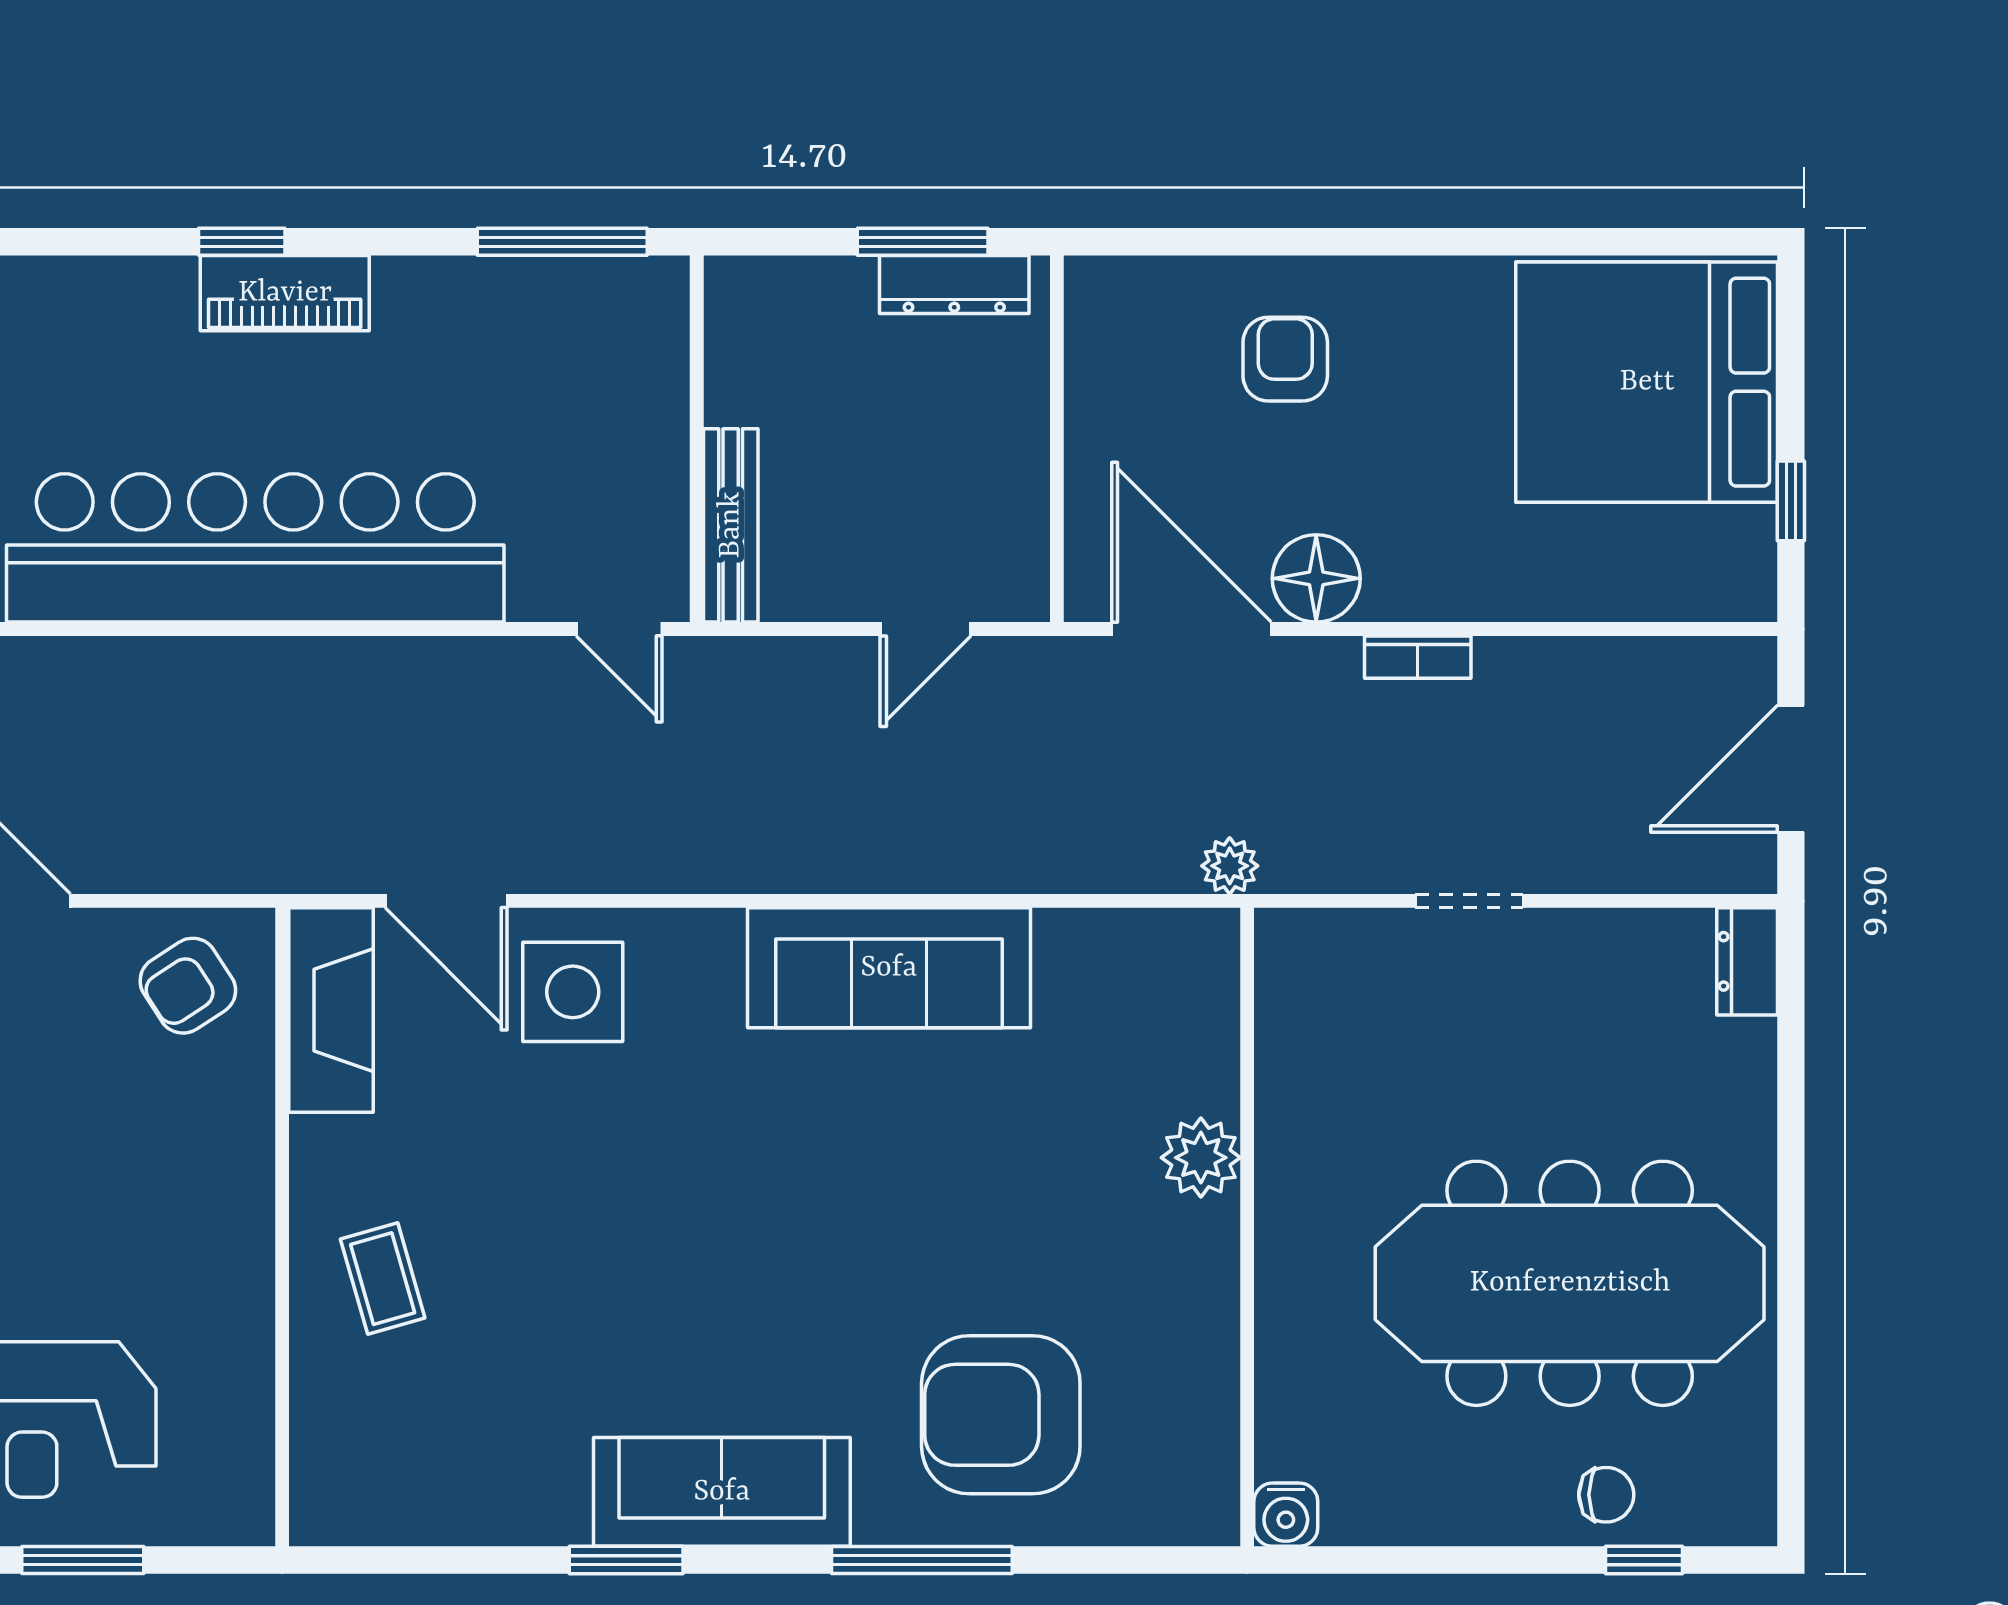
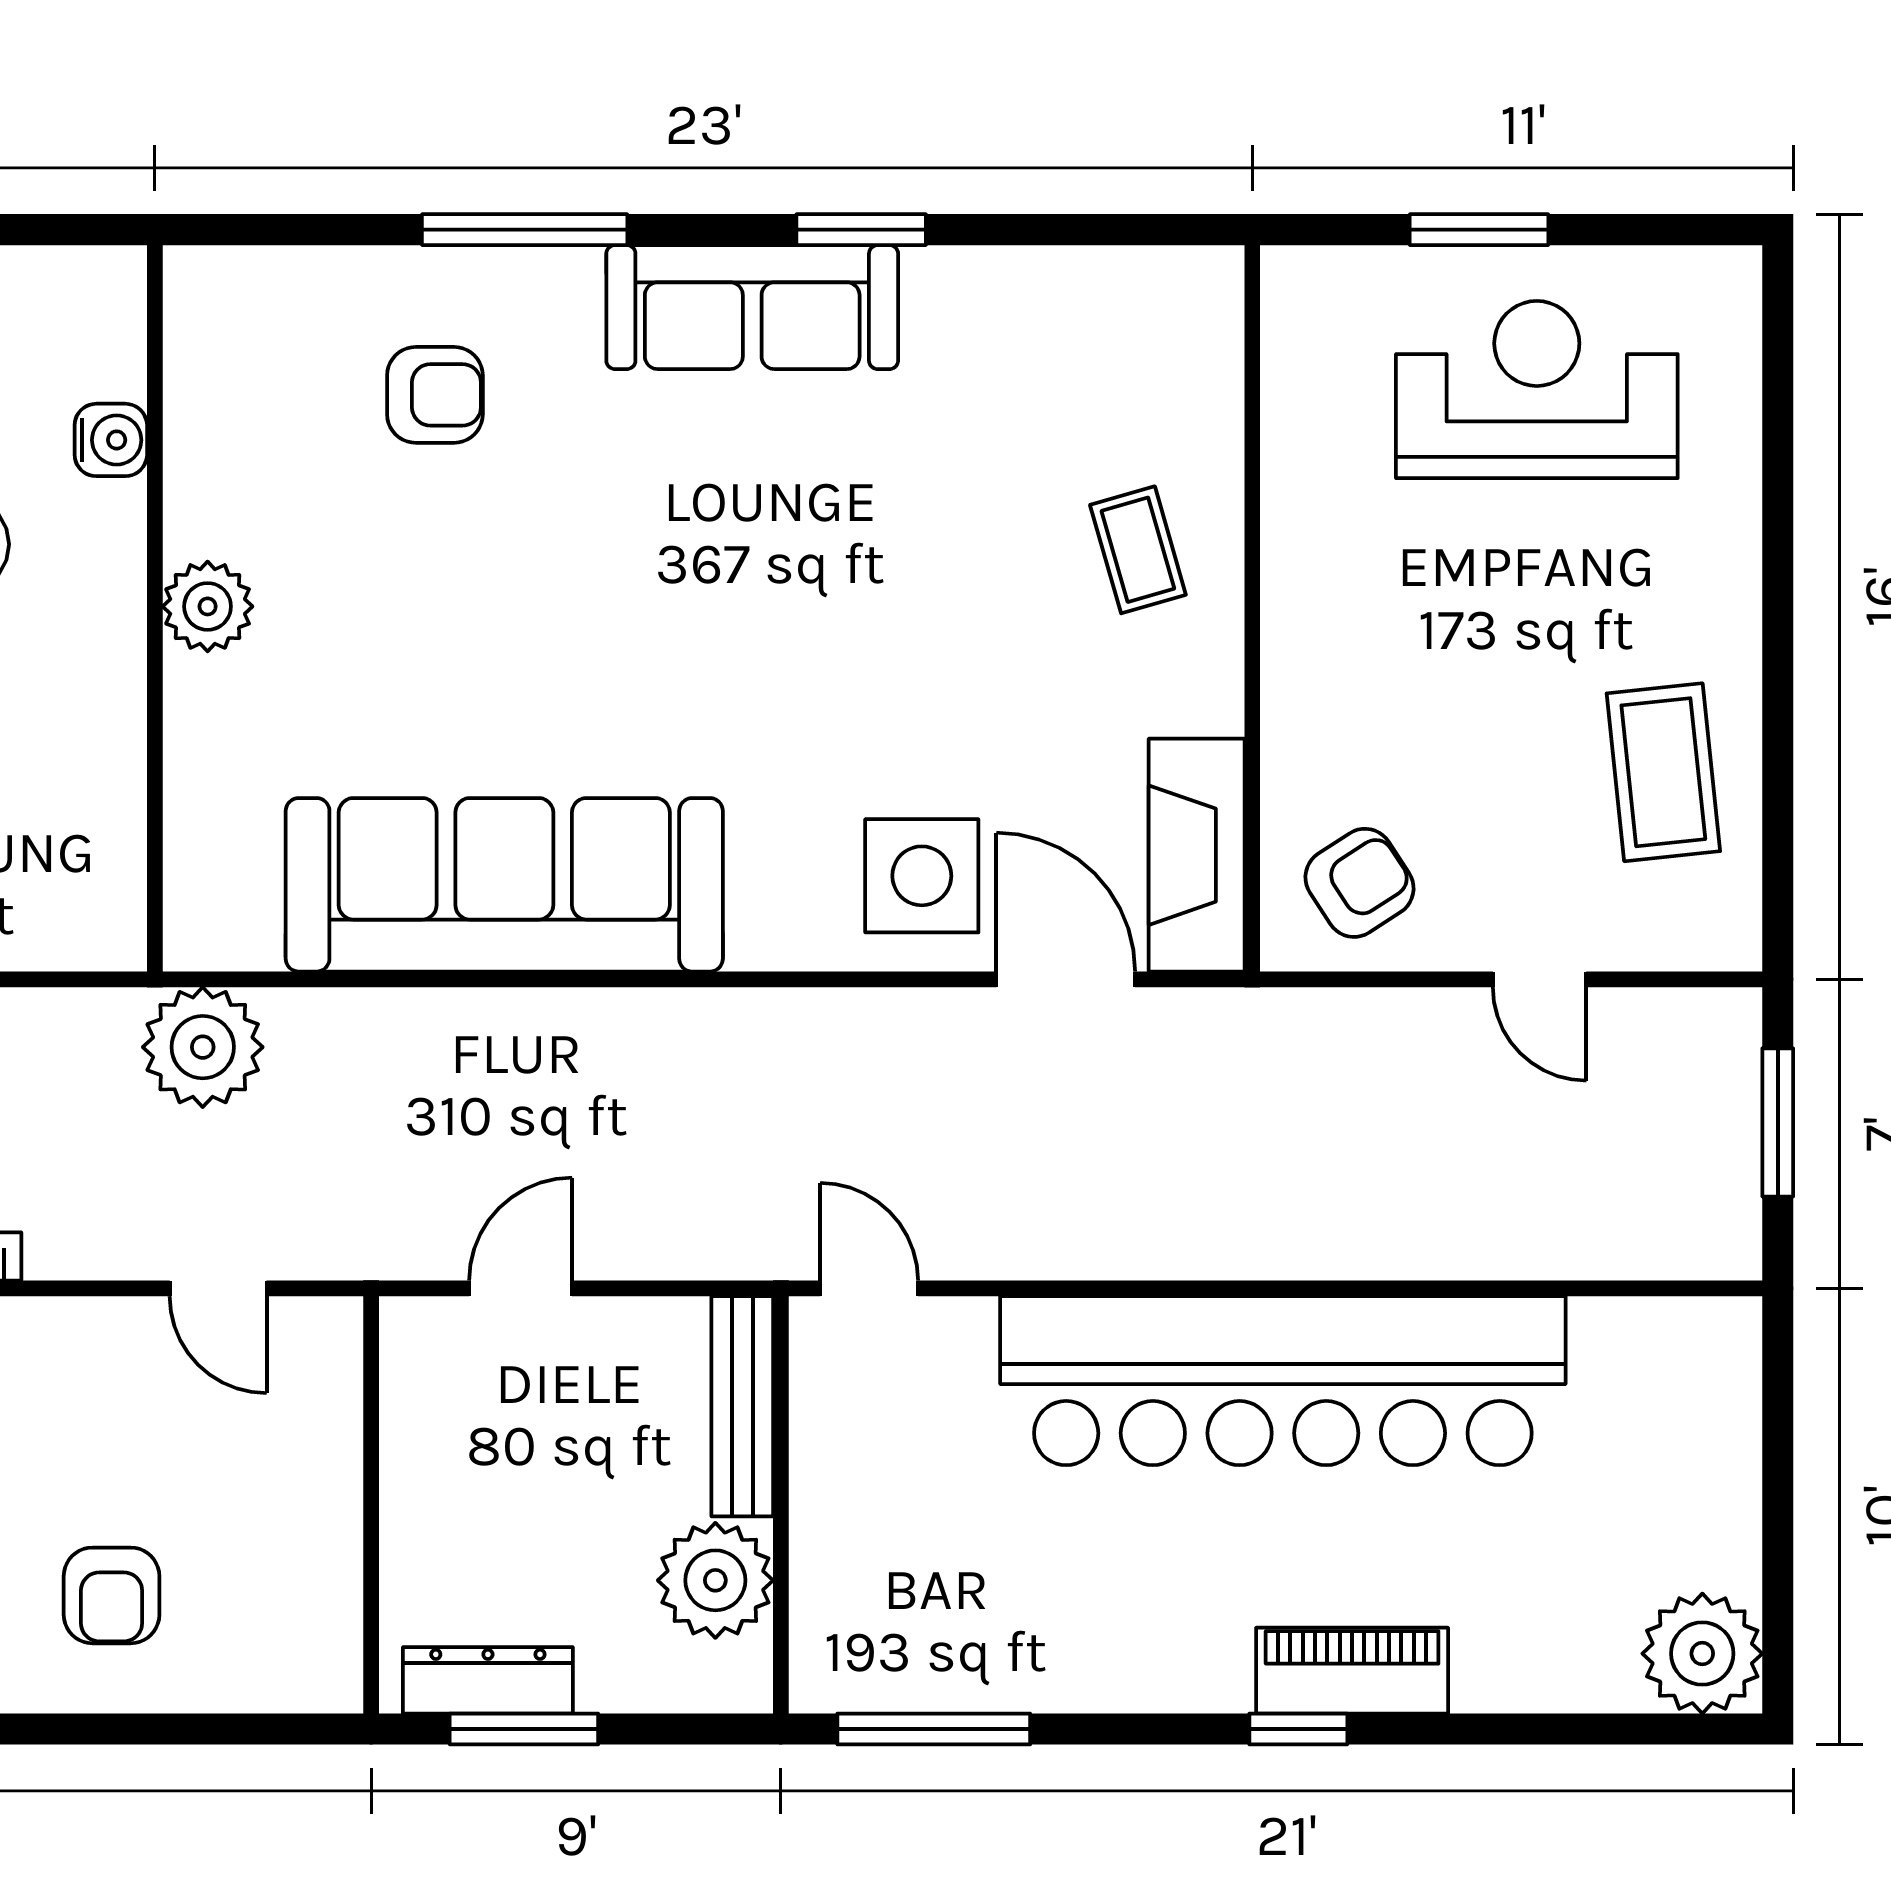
piano: (285, 293) -> (1352, 1671), moved
plant: (754, 372) -> (715, 1580), added
floor lamp: (1316, 578) -> (76, 1346), removed
door: (1191, 629) -> (218, 1288), width x0.53
plant: (1230, 866) -> (203, 1047), width x1.87, depth x1.87
sofa: (889, 968) -> (504, 885), width x1.36, depth x1.27
plant: (1201, 1158) -> (208, 606), moved
armchair: (1001, 1415) -> (435, 395), width x0.53, depth x0.53
water cooler: (1286, 1515) -> (111, 440), moved, turned 90

